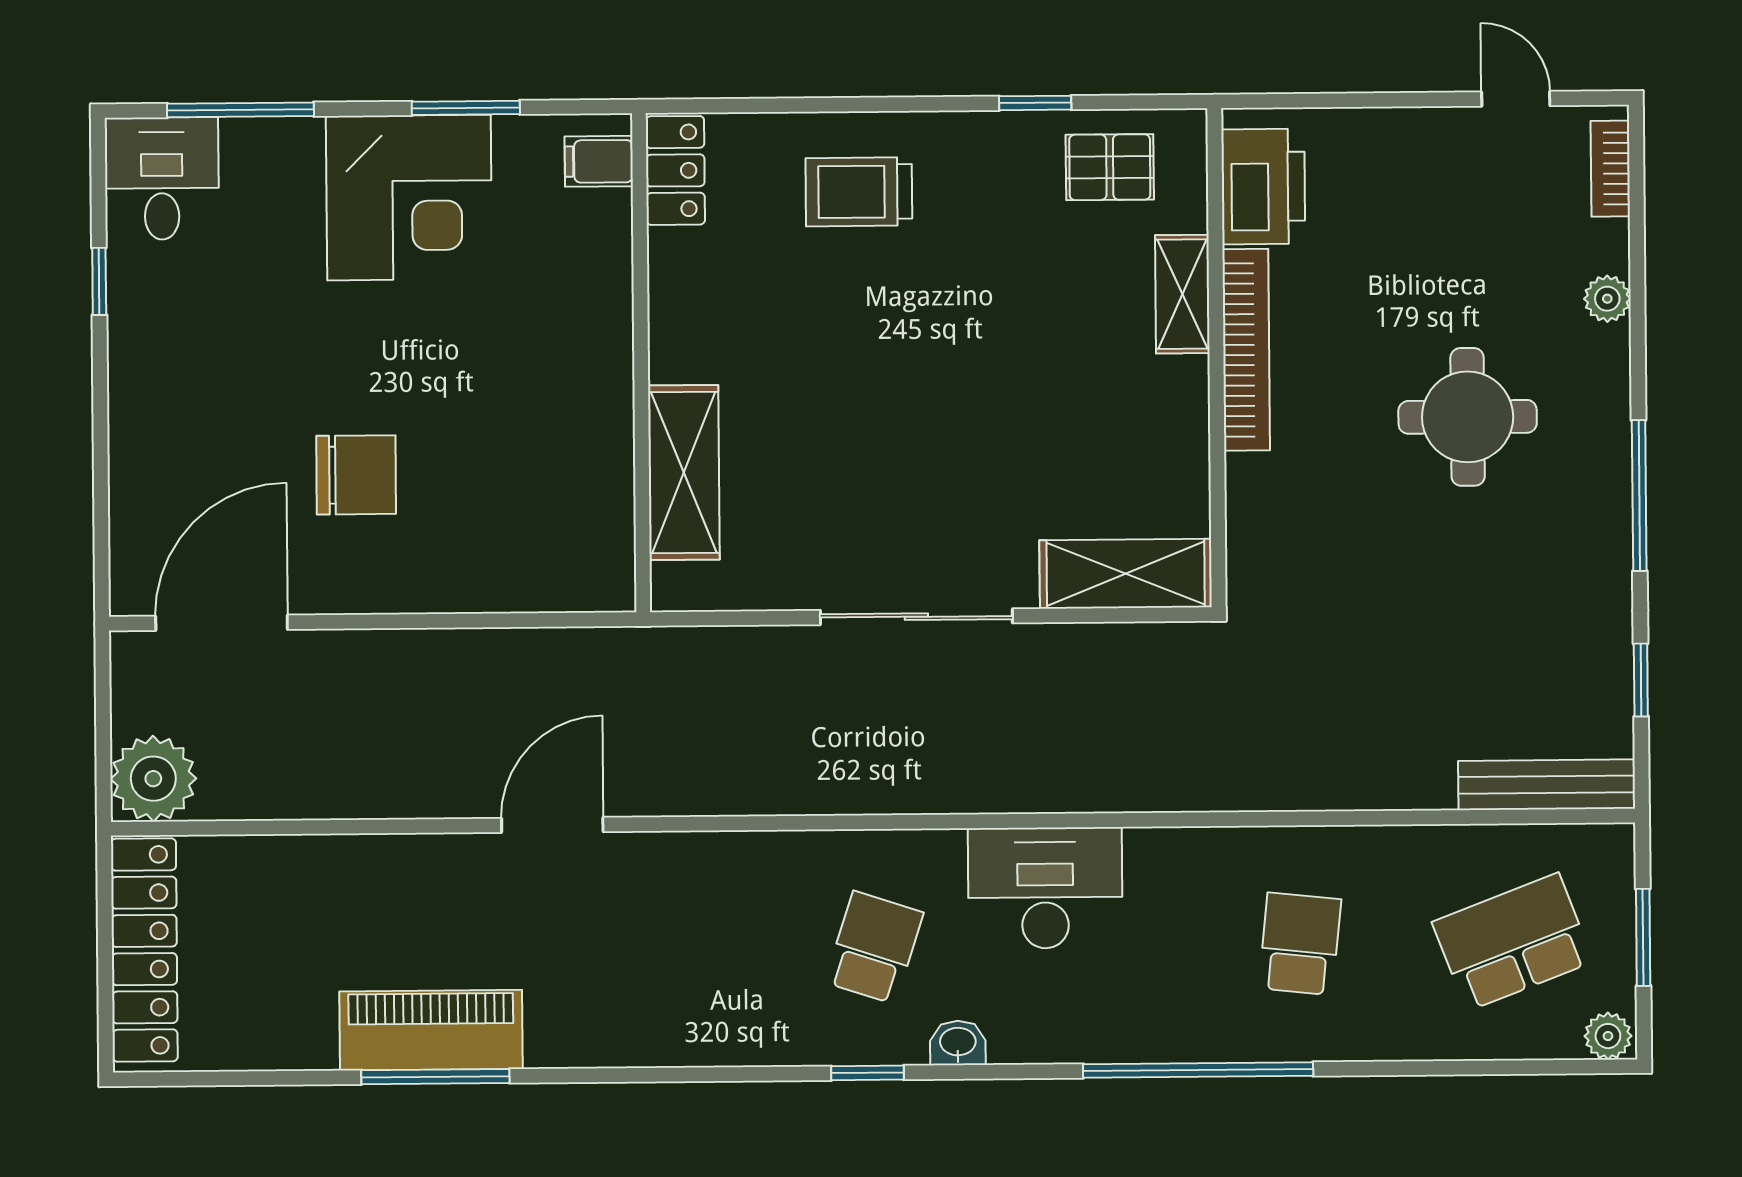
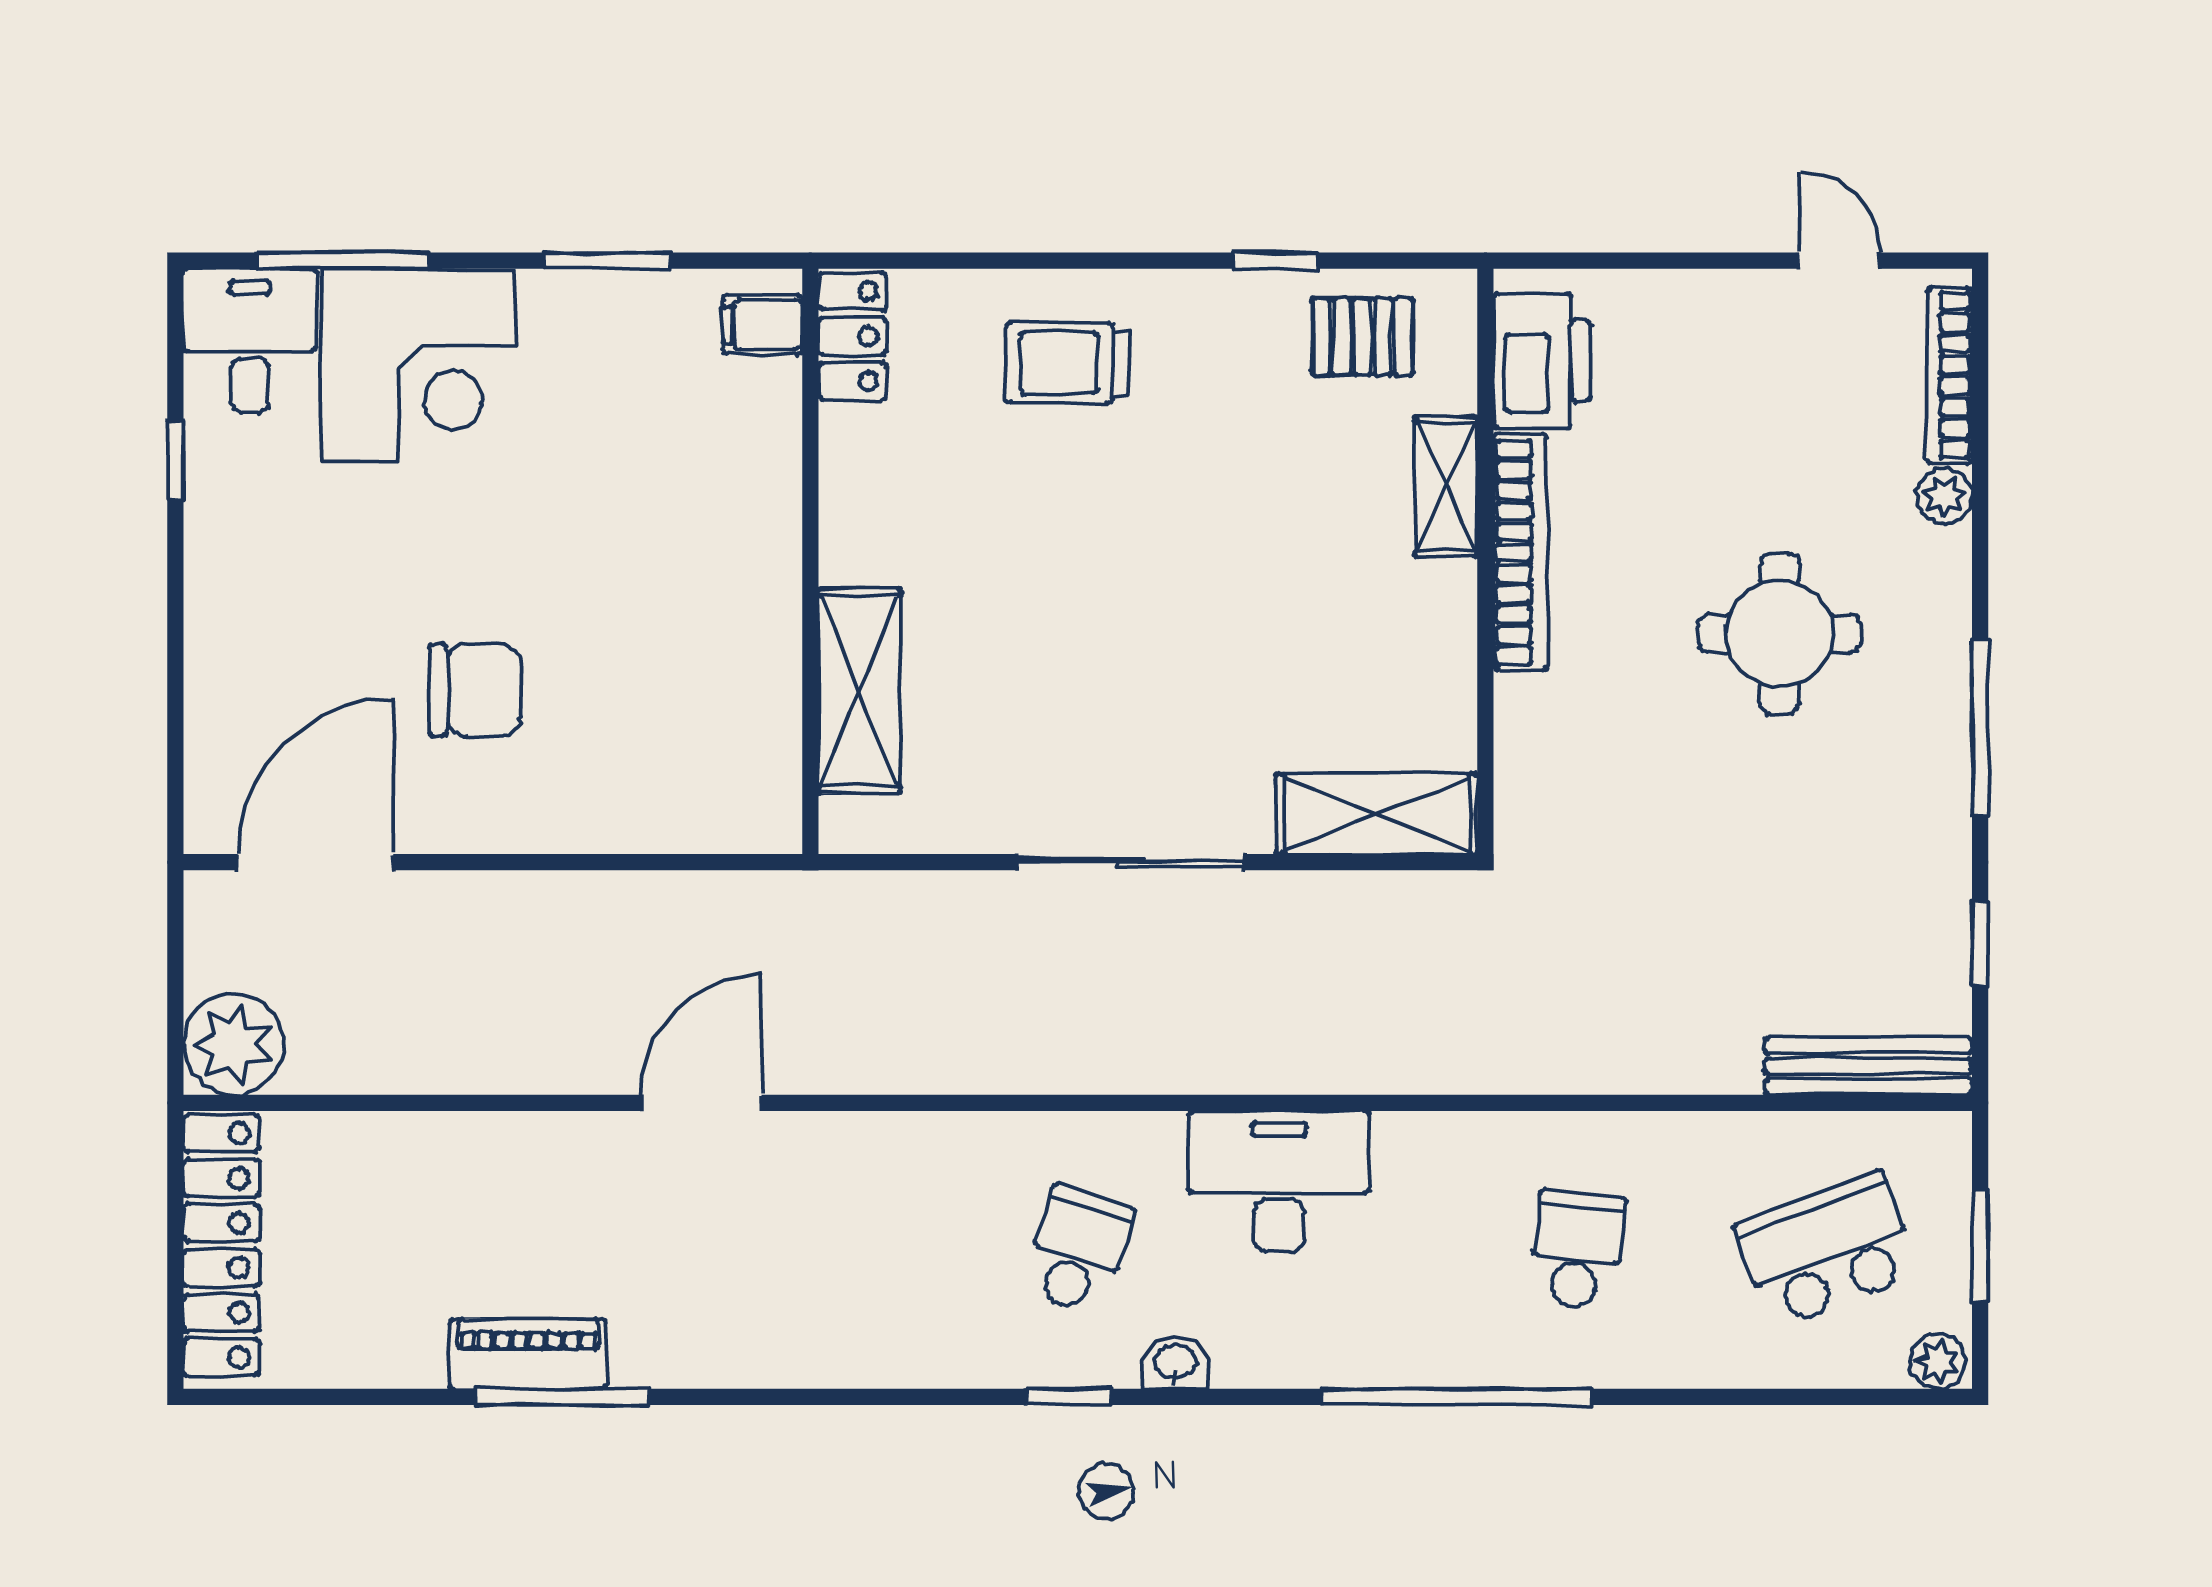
bookcase: (1610, 169) -> (1949, 375), width x1.56
corner desk: (409, 198) -> (418, 365), moved
piano: (431, 1030) -> (528, 1354), width x0.73, depth x0.75

